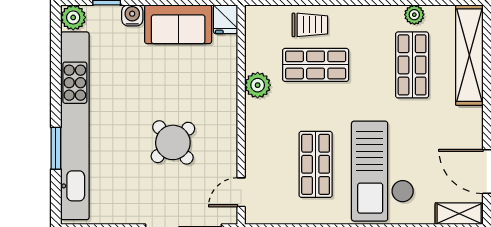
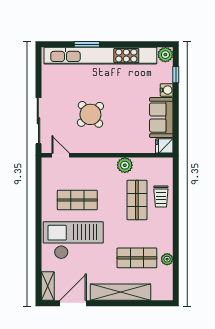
shelving: (469, 55) -> (120, 292), moved

